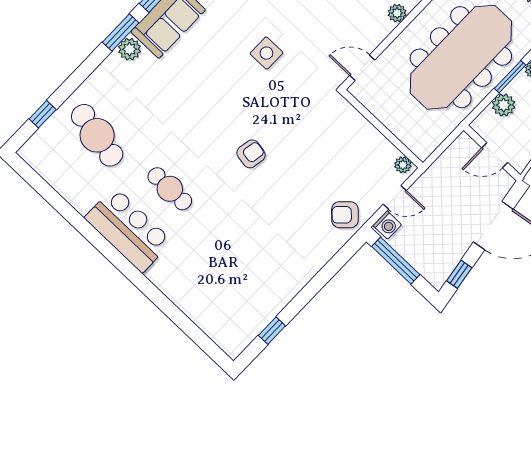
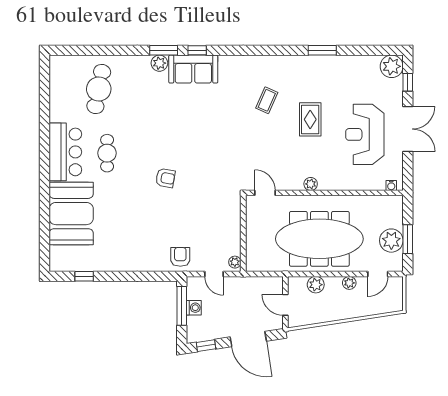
side table: (266, 53) -> (225, 136), removed
window: (510, 77) -> (334, 274), removed
window: (43, 114) -> (83, 50), removed
armchair: (345, 215) -> (180, 257), turned 44
washing machine: (387, 225) -> (194, 308), moved, turned -90
booth: (196, 283) -> (71, 214), added

